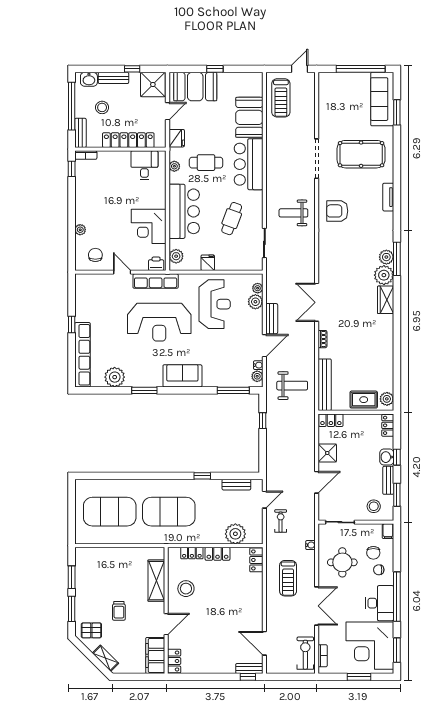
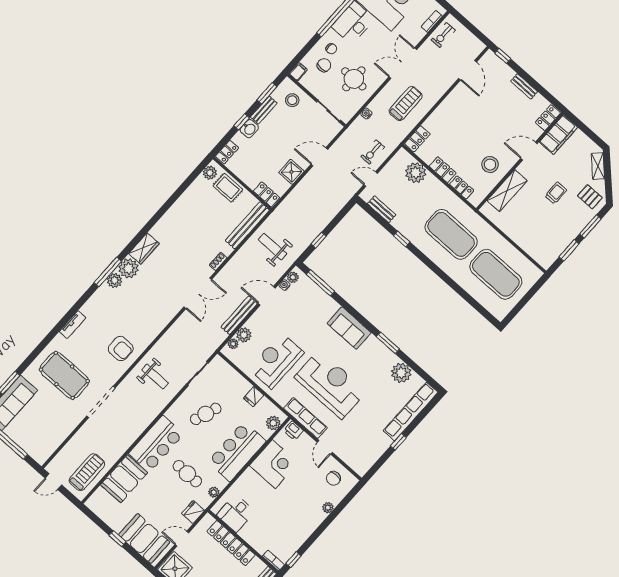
bench: (272, 319) -> (239, 315), width x1.36
exercise bike: (305, 653) -> (443, 35), width x0.73, depth x0.72
bench: (249, 668) -> (524, 86), moved

